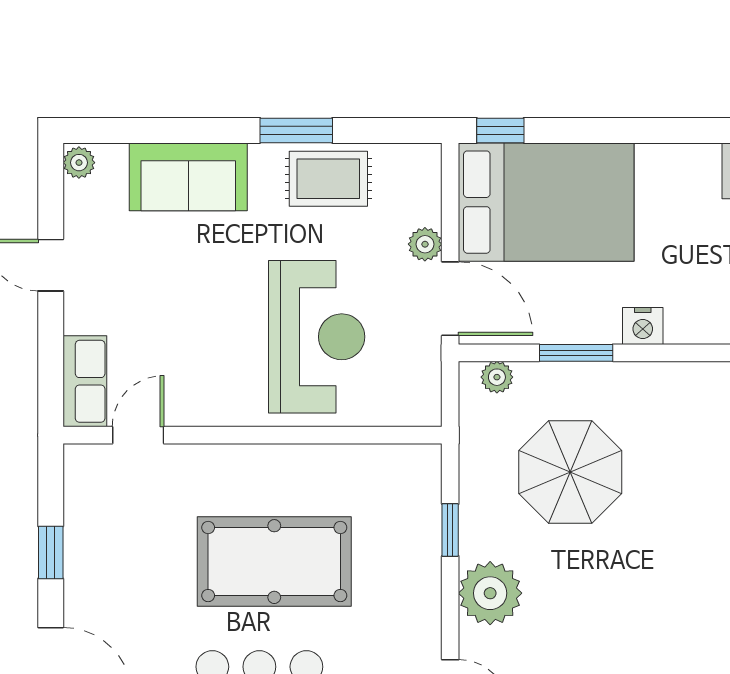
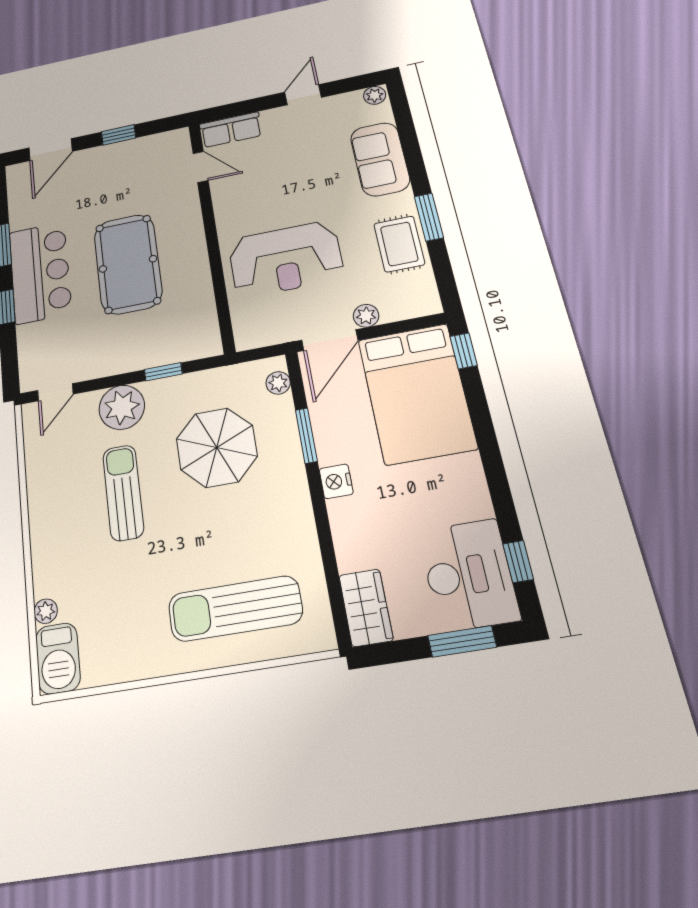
sun lounger: (608, 604) -> (123, 493), added

